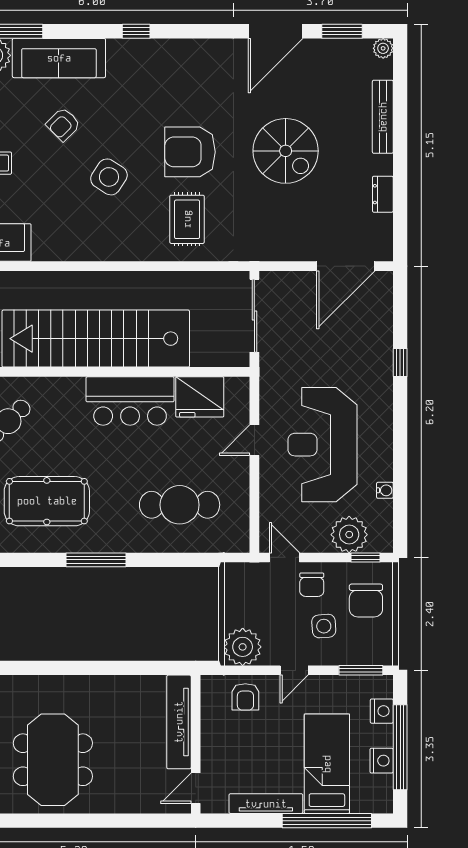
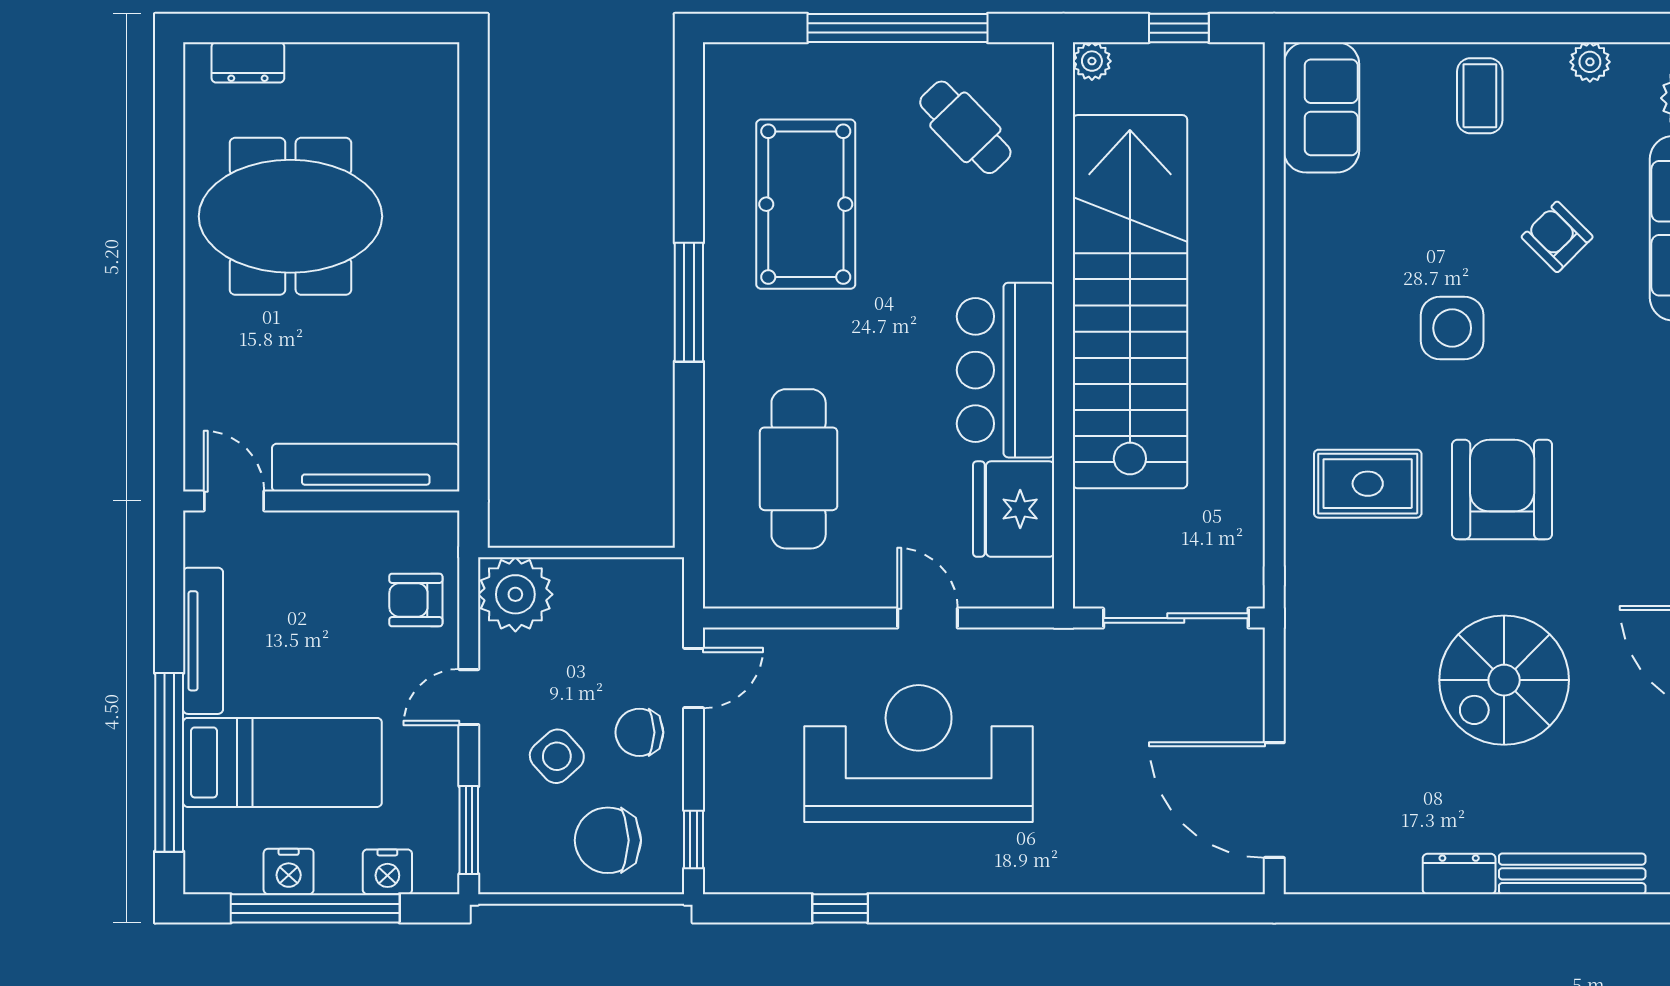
side table: (109, 177) -> (1452, 328), turned -33
dresser: (383, 194) -> (1459, 874), moved
window: (400, 363) -> (840, 908), moved
water cooler: (385, 490) -> (827, 878), removed
plant: (349, 535) -> (739, 807), removed
side table: (324, 626) -> (557, 756), turned -38
door: (294, 670) -> (469, 697), hinge flipped

